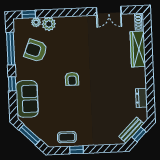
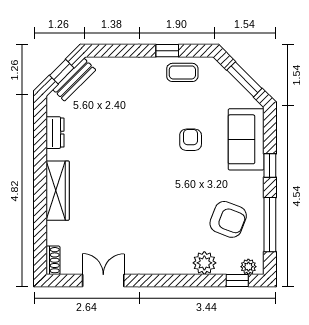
plant: (36, 22) -> (248, 267), moved
wardrobe: (138, 49) -> (58, 191), moved
armchair: (72, 79) -> (191, 140), moved

